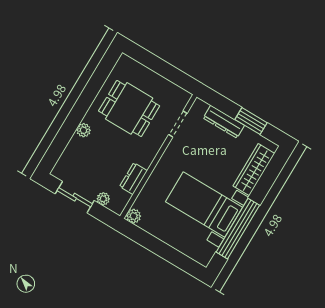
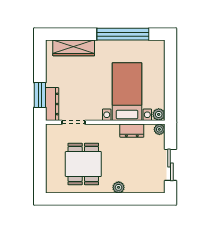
window: (251, 121) -> (40, 95), moved
dresser: (224, 122) -> (52, 104), moved
plant: (103, 199) -> (159, 129), moved
bed with nightstands: (204, 204) -> (127, 92), moved, turned 180

